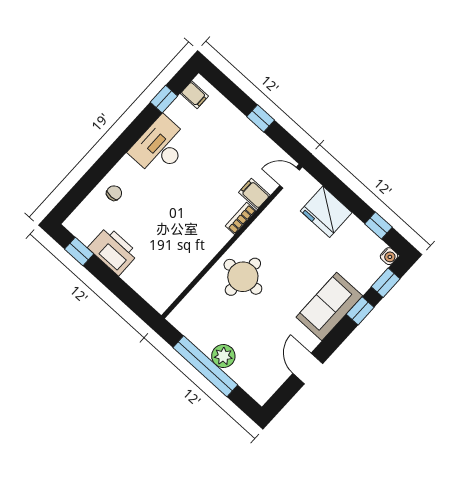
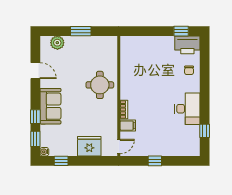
filing cabinet: (194, 95) -> (193, 145), removed
printer: (113, 251) -> (187, 45), moved
plant: (223, 356) -> (57, 43), moved
window: (205, 366) -> (81, 31), width x0.47

